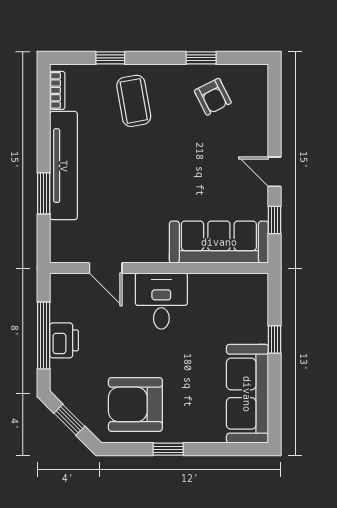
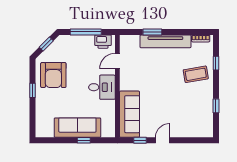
armchair: (213, 97) -> (198, 111), removed
printer: (64, 340) -> (103, 42), moved
sofa: (247, 394) -> (77, 128), moved
armchair: (135, 404) -> (53, 75), turned 180

